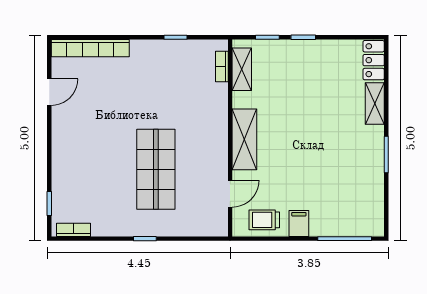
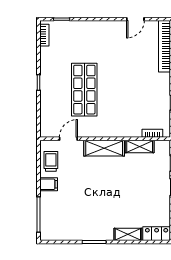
shelving: (242, 69) -> (140, 146), moved
door: (49, 92) -> (135, 19), hinge flipped
shop shelf: (156, 169) -> (84, 90), turned 90
door: (230, 194) -> (68, 139), swing flipped

